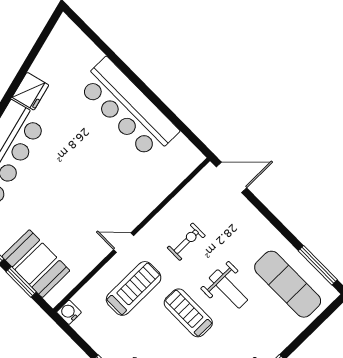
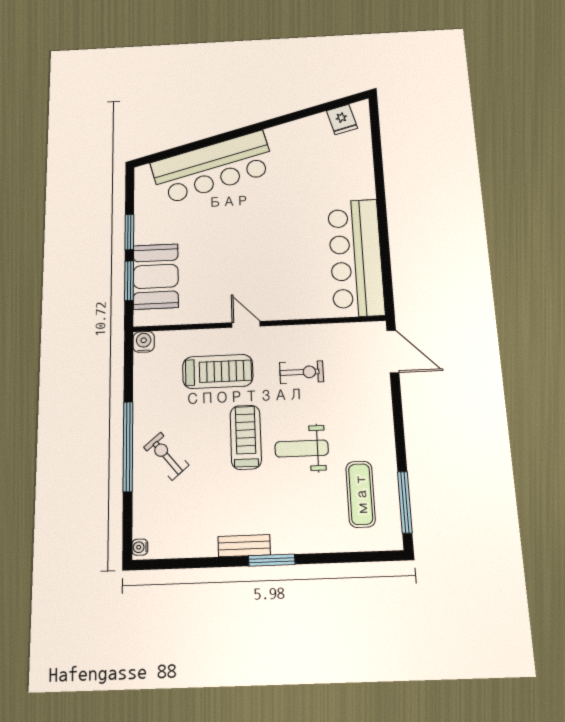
fridge: (30, 91) -> (342, 119), moved, width x0.72
bar counter: (128, 108) -> (356, 258), moved
exercise mat: (288, 284) -> (361, 494), width x0.73, depth x0.69
weight bench: (228, 289) -> (302, 449), turned 90

